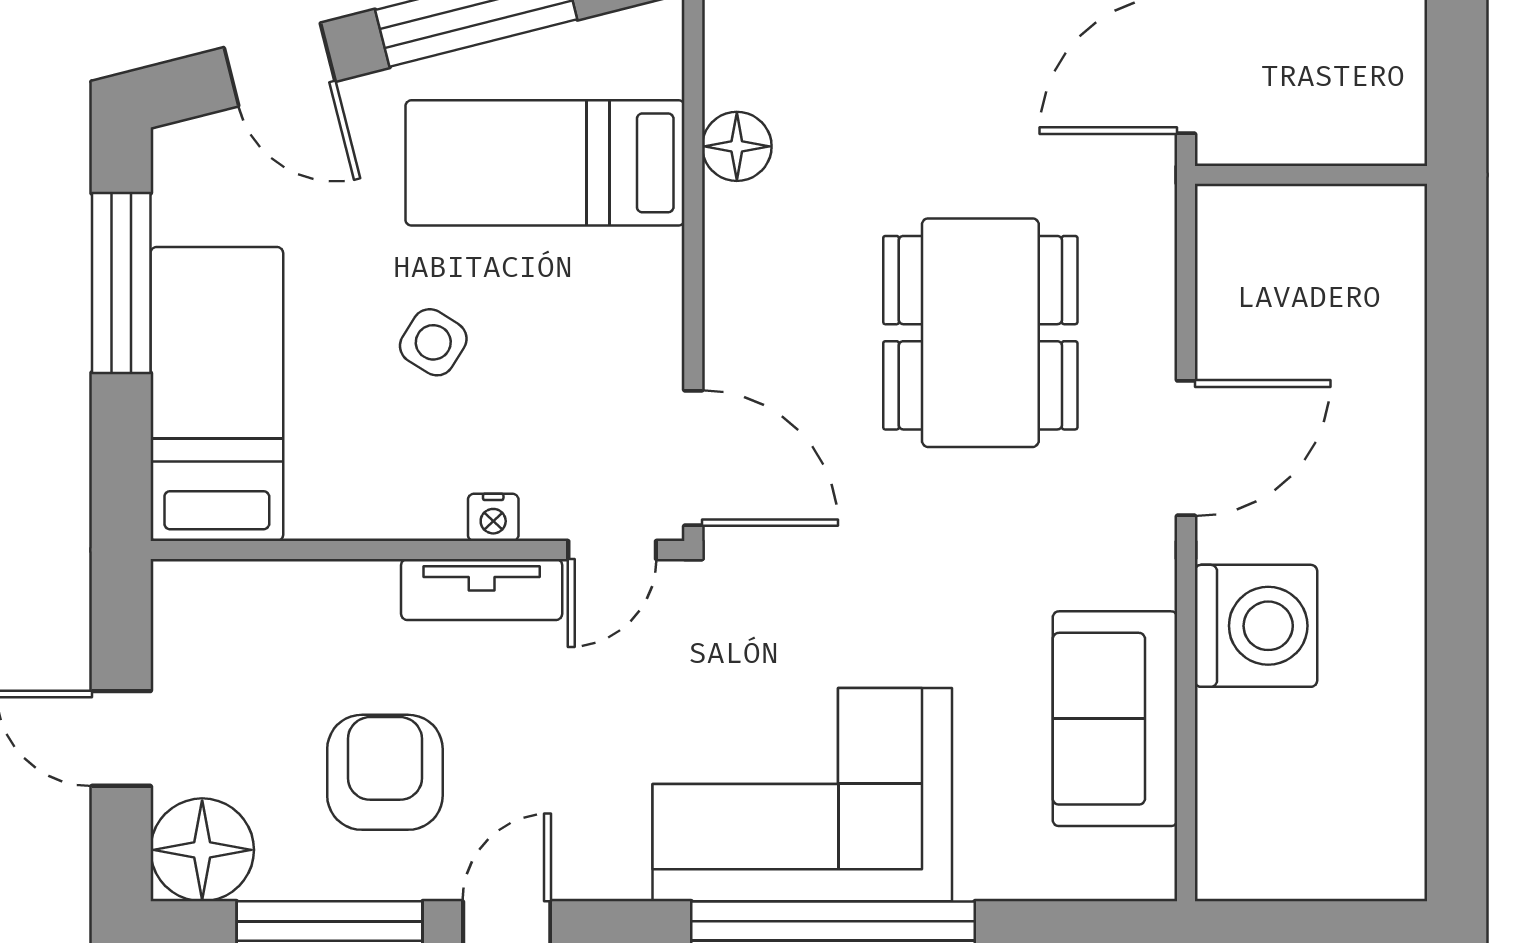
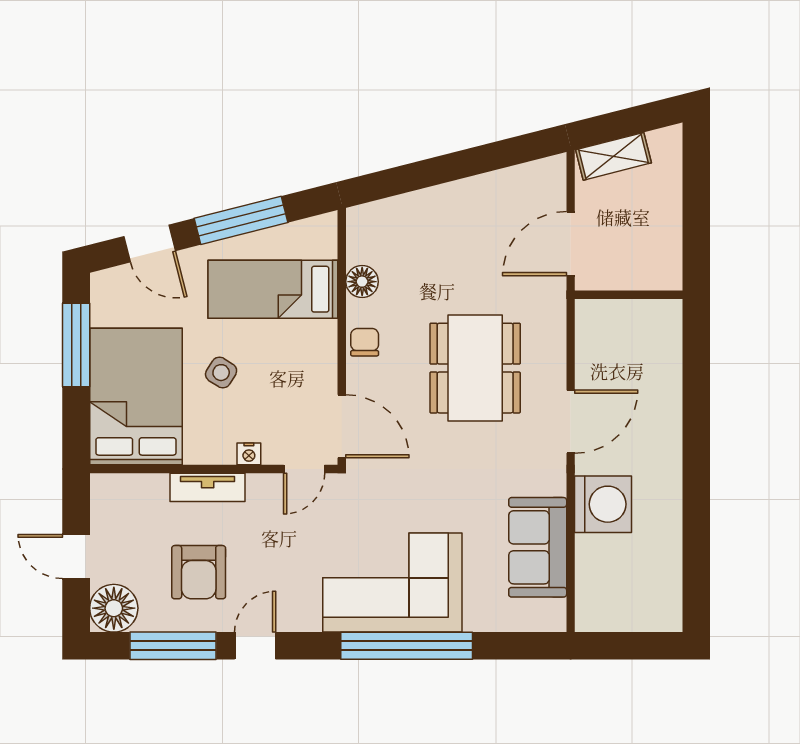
chair: (742, 277) -> (365, 342), added
bed: (217, 394) -> (136, 397), width x1.50
tv unit: (482, 589) -> (208, 487), moved
armchair: (385, 772) -> (199, 572), turned 180

